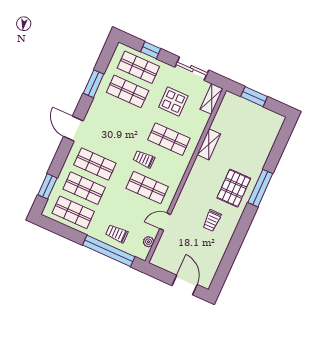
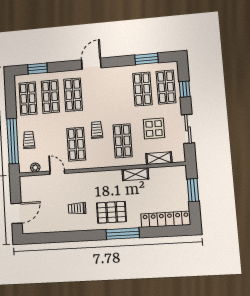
window: (94, 84) -> (147, 59), moved
shelving: (212, 99) -> (159, 158), moved
locker: (268, 138) -> (166, 219), added

